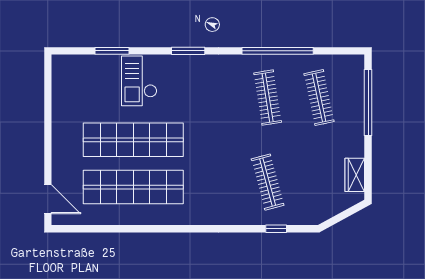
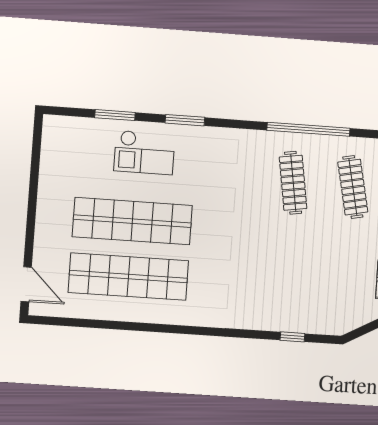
window: (188, 51) -> (185, 120), moved
checkout: (139, 81) -> (144, 152), turned -90
clothes rail: (268, 182) -> (286, 281), removed

